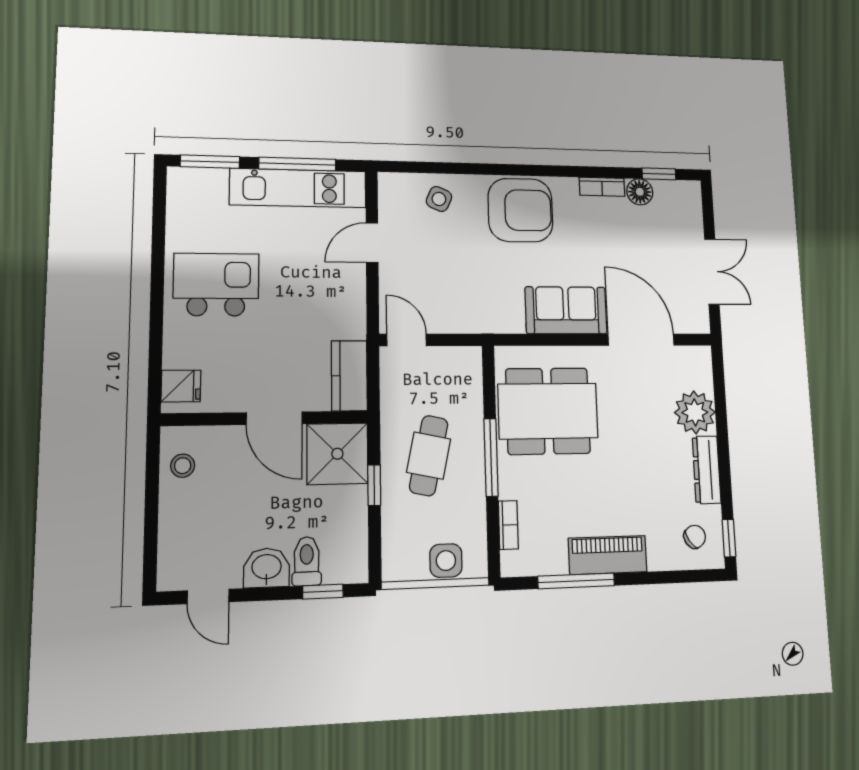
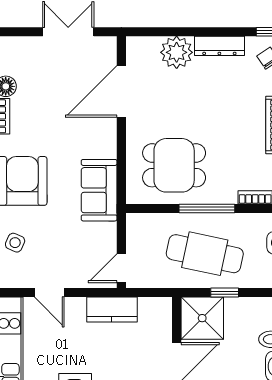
sofa: (566, 310) -> (99, 190), moved
kitchen counter: (349, 376) -> (112, 310), moved
dining table: (548, 411) -> (174, 165), width x0.73
cafe table: (429, 456) -> (205, 254), width x1.37, depth x1.35

